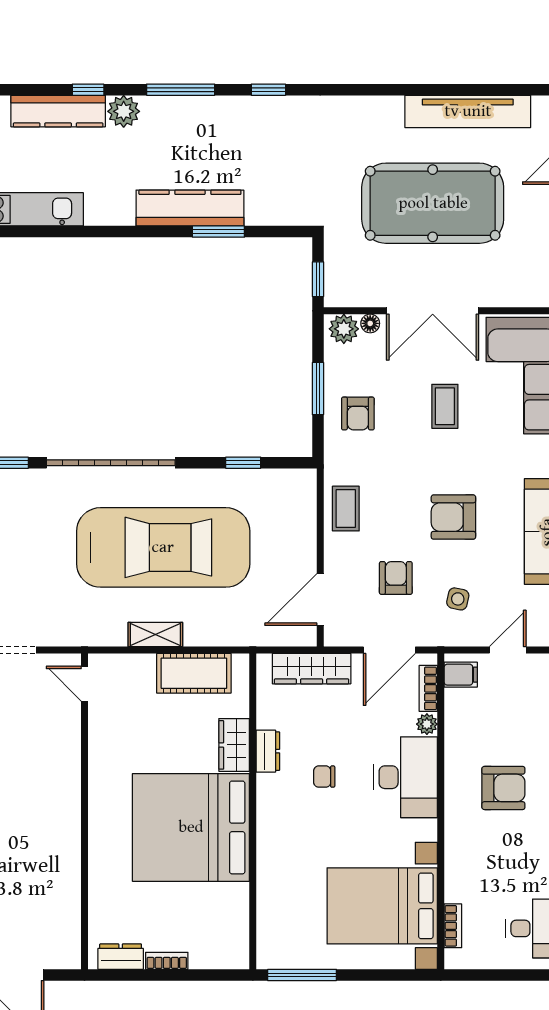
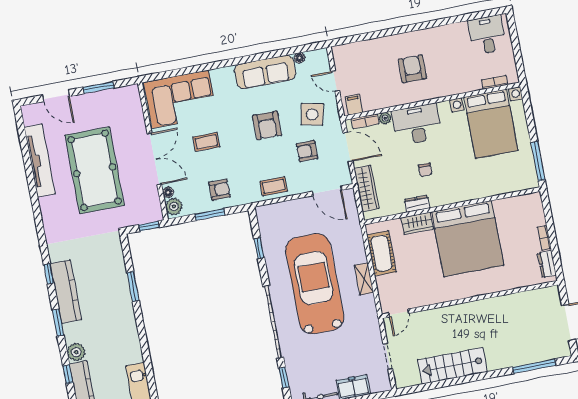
window: (181, 90) -> (58, 323), width x0.69
kitchen counter: (190, 208) -> (66, 292), moved, turned 180
side table: (458, 599) -> (312, 114), width x1.87, depth x1.87

